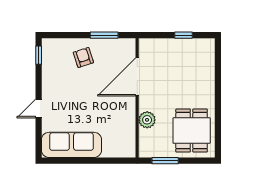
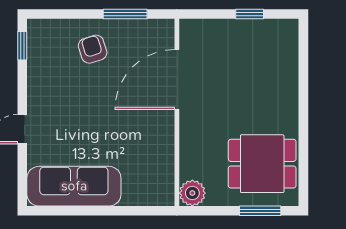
plant: (147, 120) -> (192, 193), moved
dining table: (192, 131) -> (262, 164), turned 90
window: (165, 161) -> (260, 211), moved

